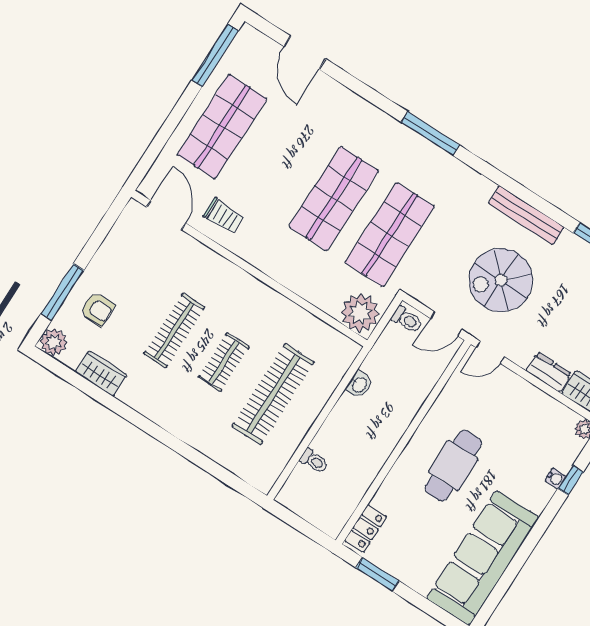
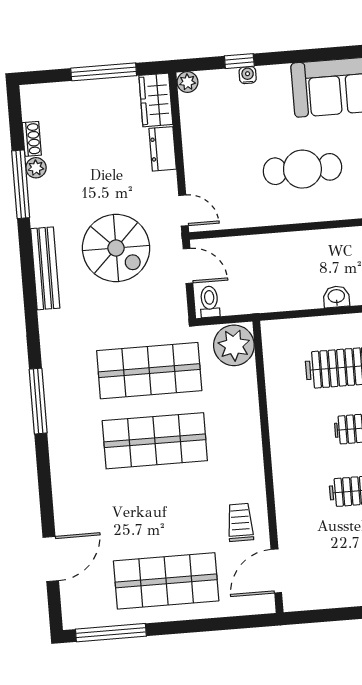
washbasin: (359, 385) -> (336, 297), moved

